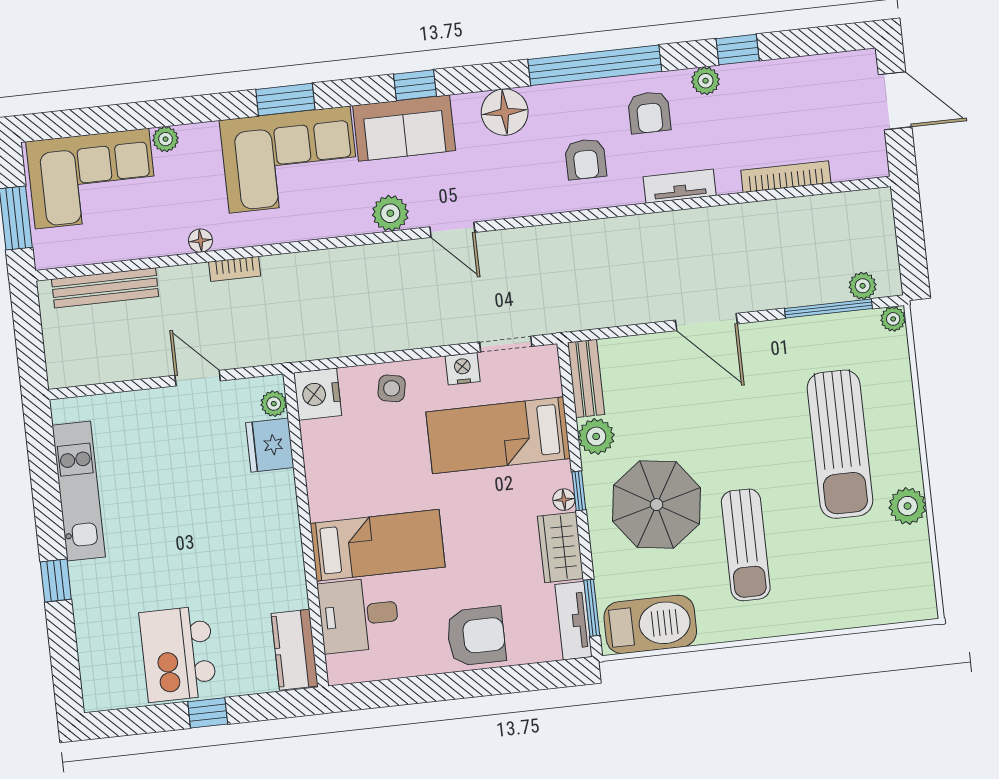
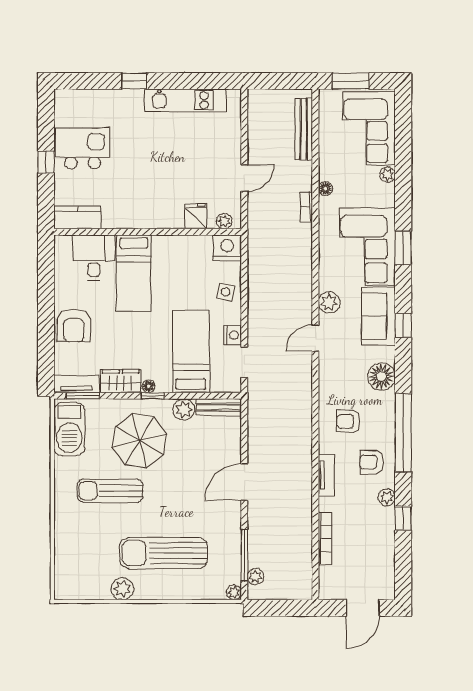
fridge: (270, 445) -> (196, 216), width x0.72

